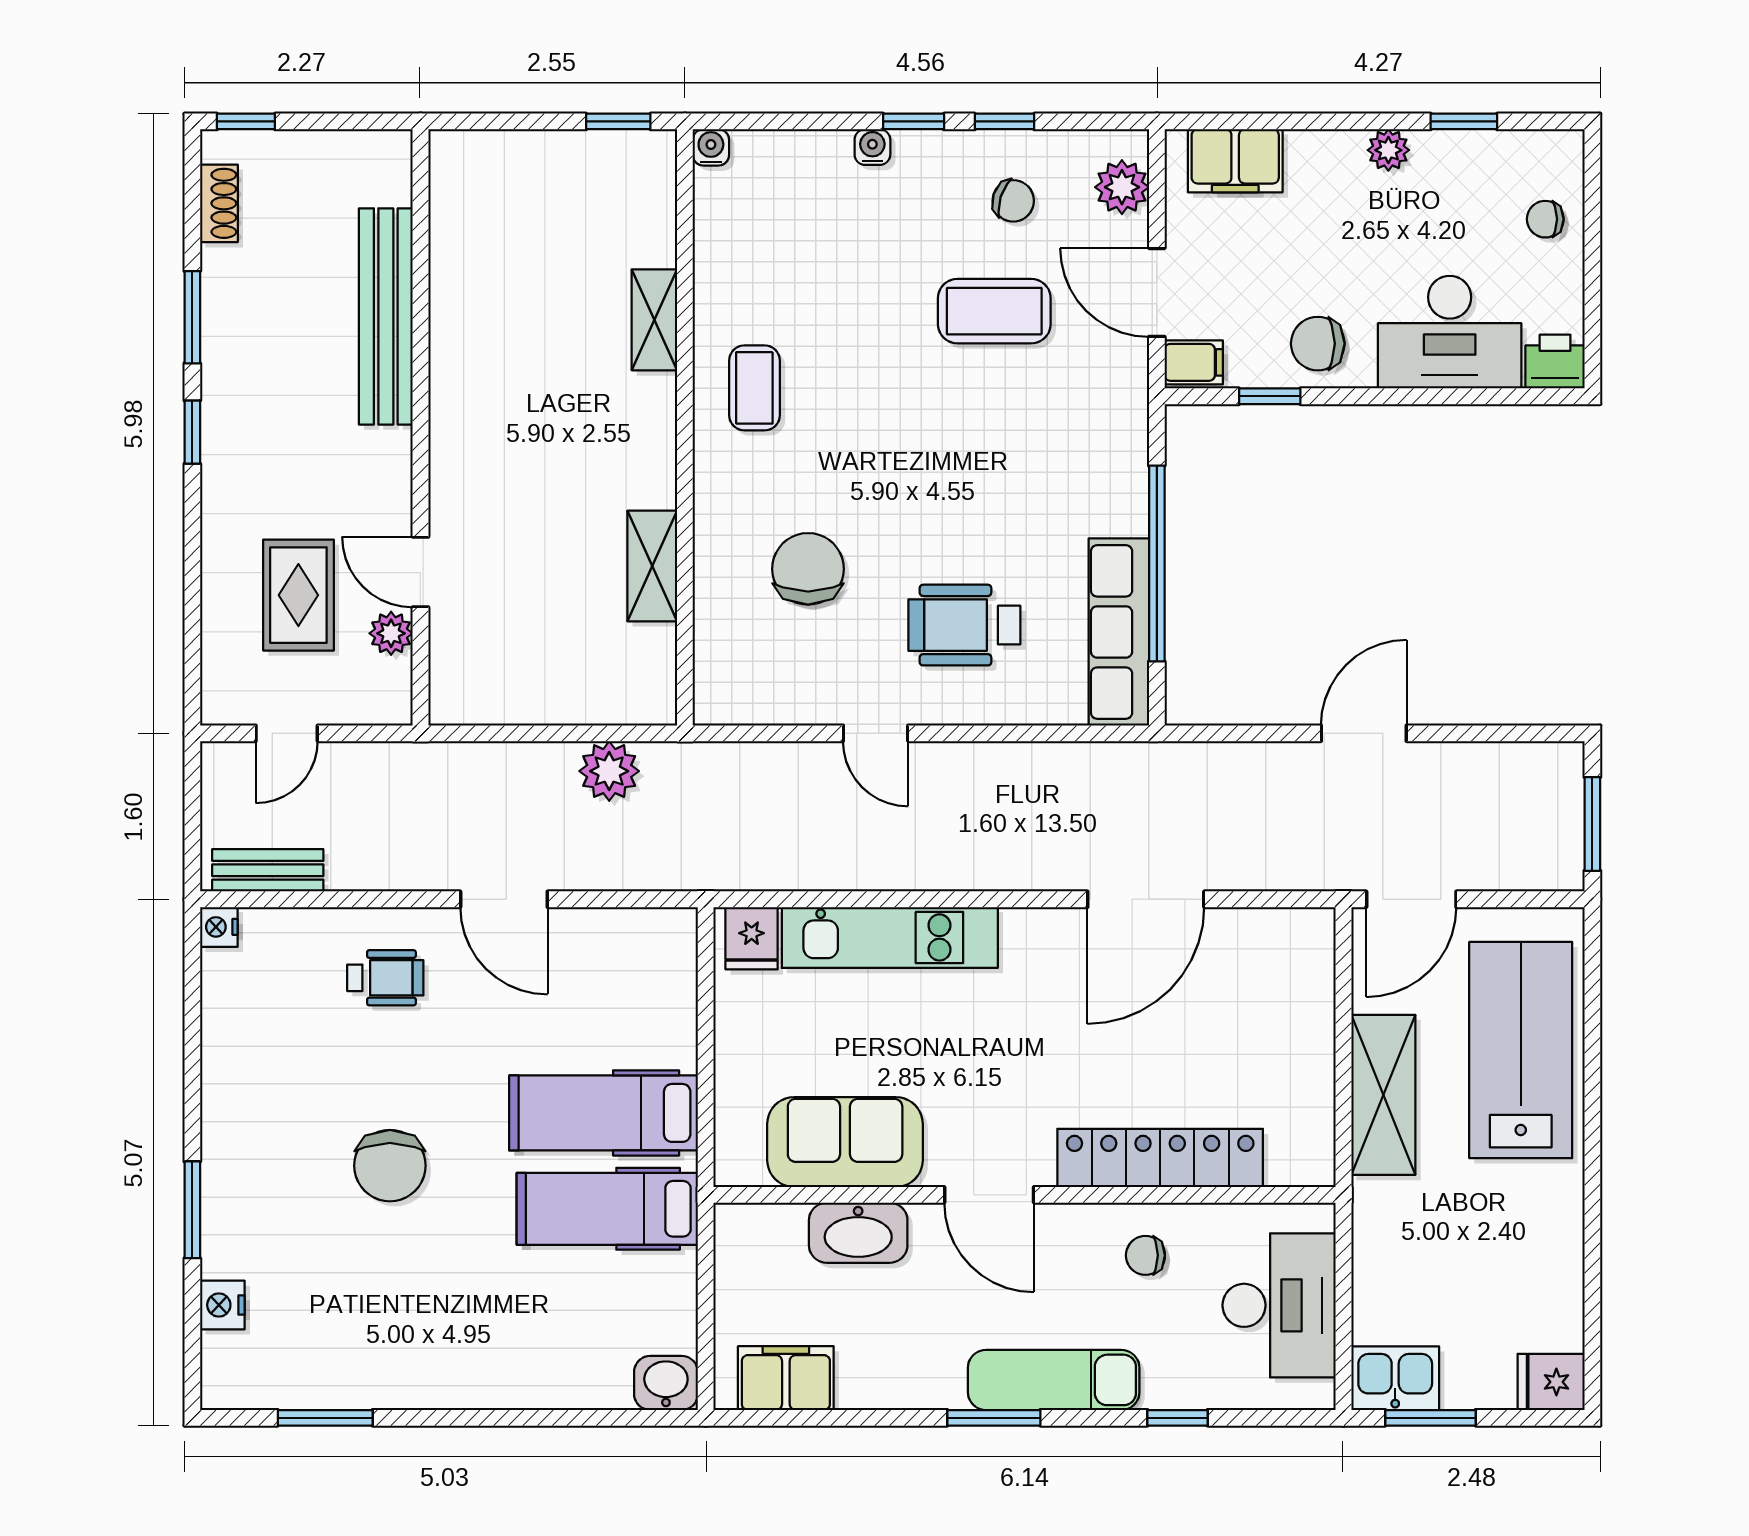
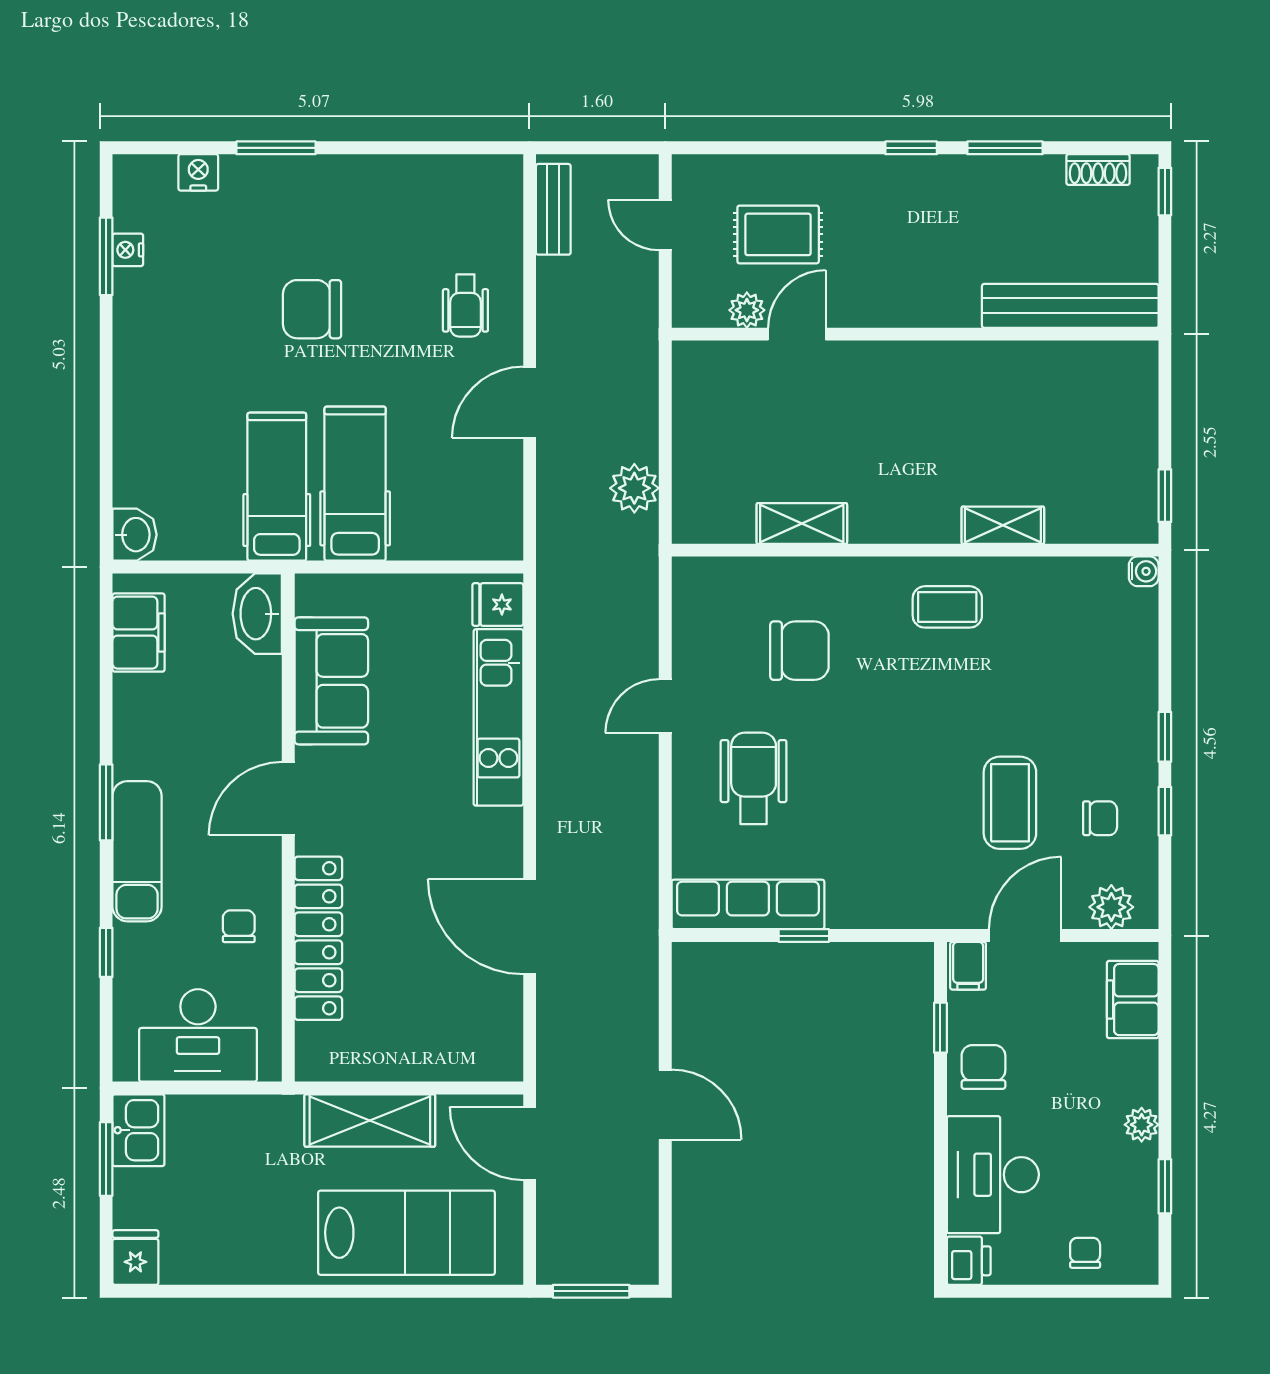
water cooler: (872, 147) -> (1144, 703), removed
chair: (1013, 201) -> (1100, 818), turned -108
bench: (386, 316) -> (1070, 306), moved
window: (1157, 564) -> (804, 936), width x0.32
nightstand: (219, 927) -> (128, 250), moved, turned -90
washbasin: (858, 1233) -> (257, 614), moved

